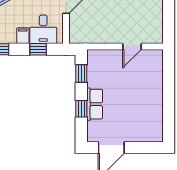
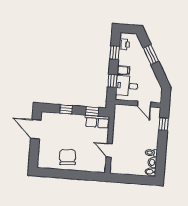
chair: (146, 102) -> (67, 157), added
row of seats: (95, 104) -> (97, 122), moved

